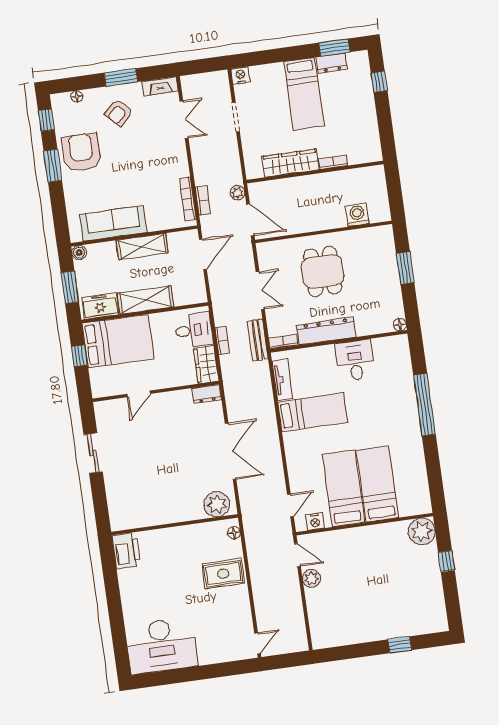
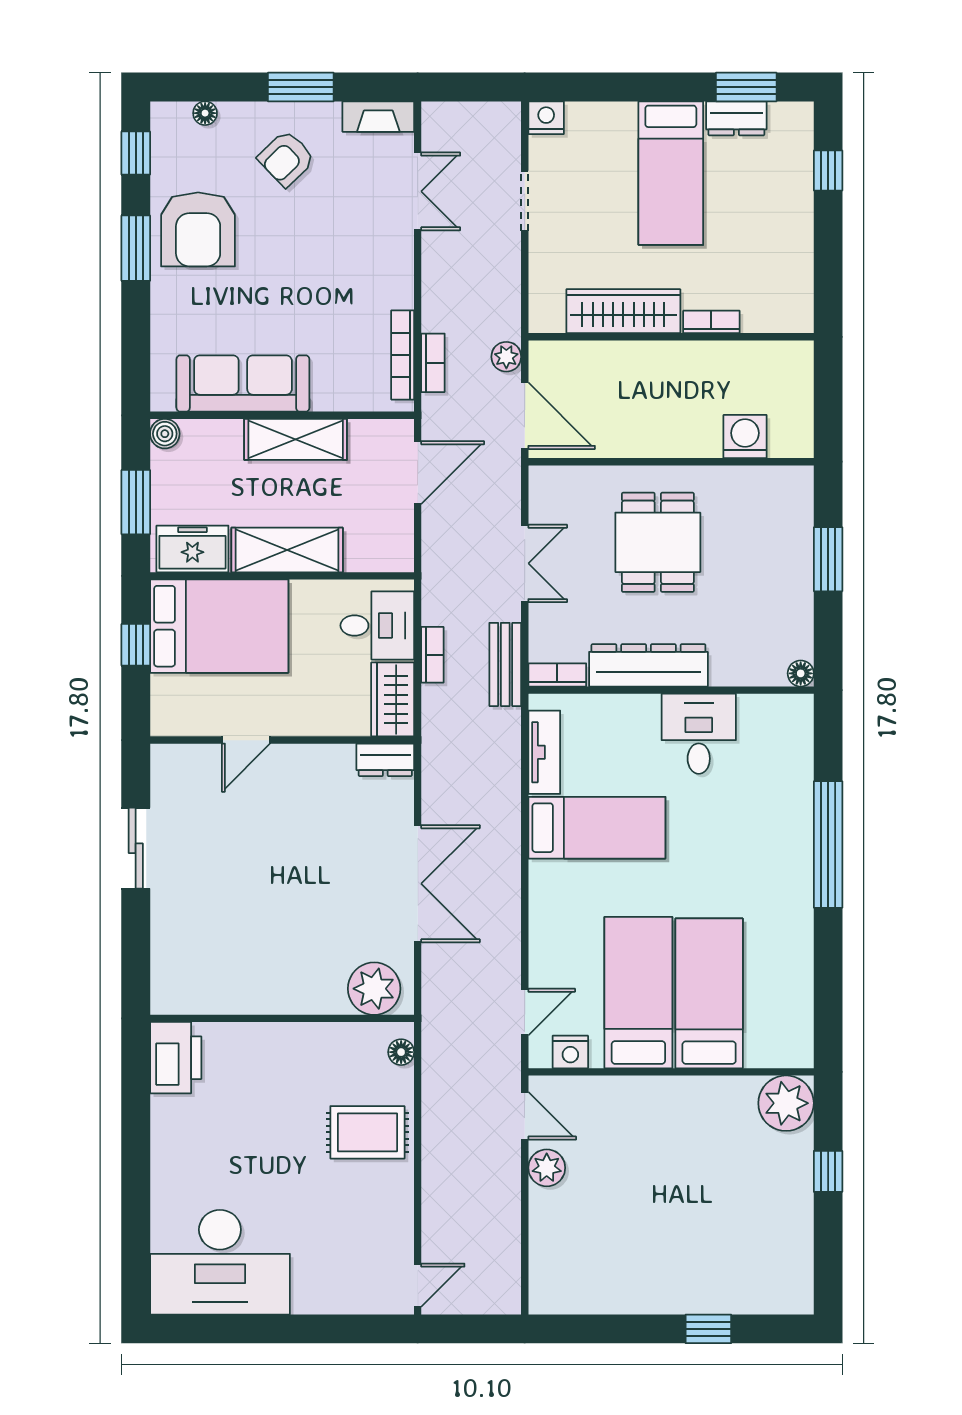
armchair: (81, 153) -> (198, 229), turned 180

